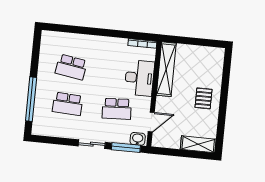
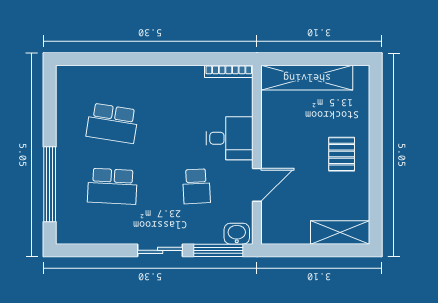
shelving: (166, 69) -> (307, 78), moved, turned 90
desk: (139, 78) -> (230, 138), width x0.73
school desk: (117, 109) -> (196, 186), width x0.54
door: (151, 122) -> (257, 185), moved

